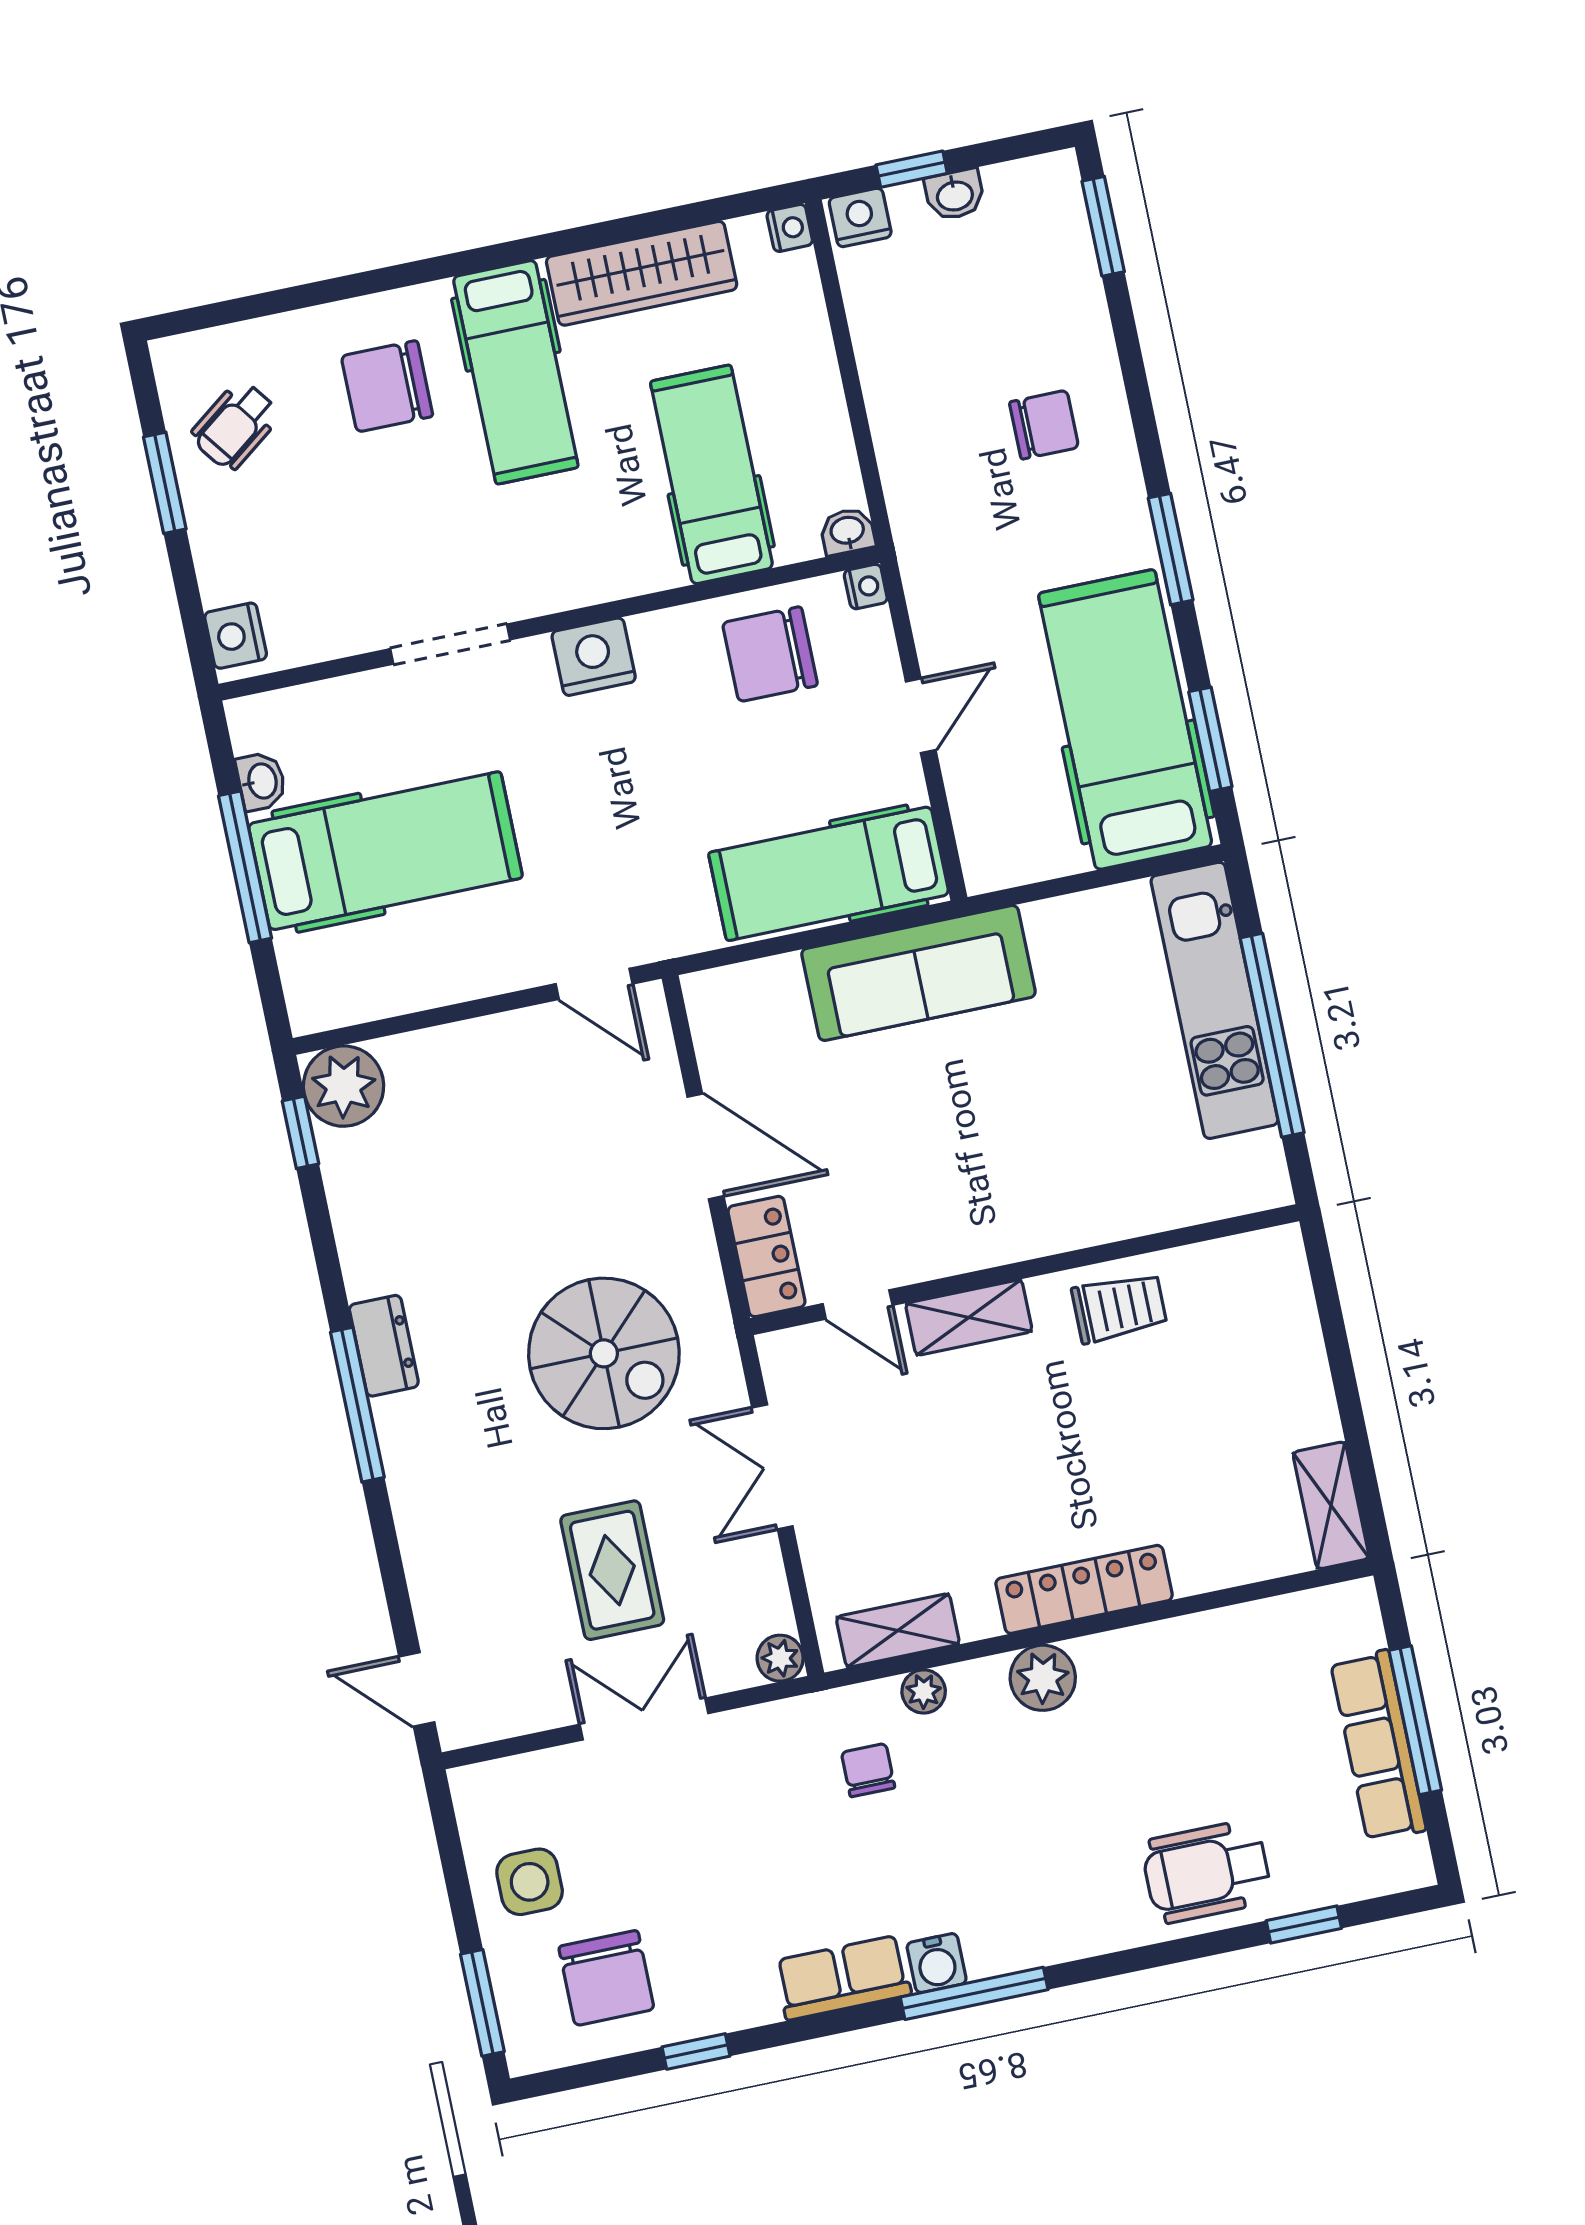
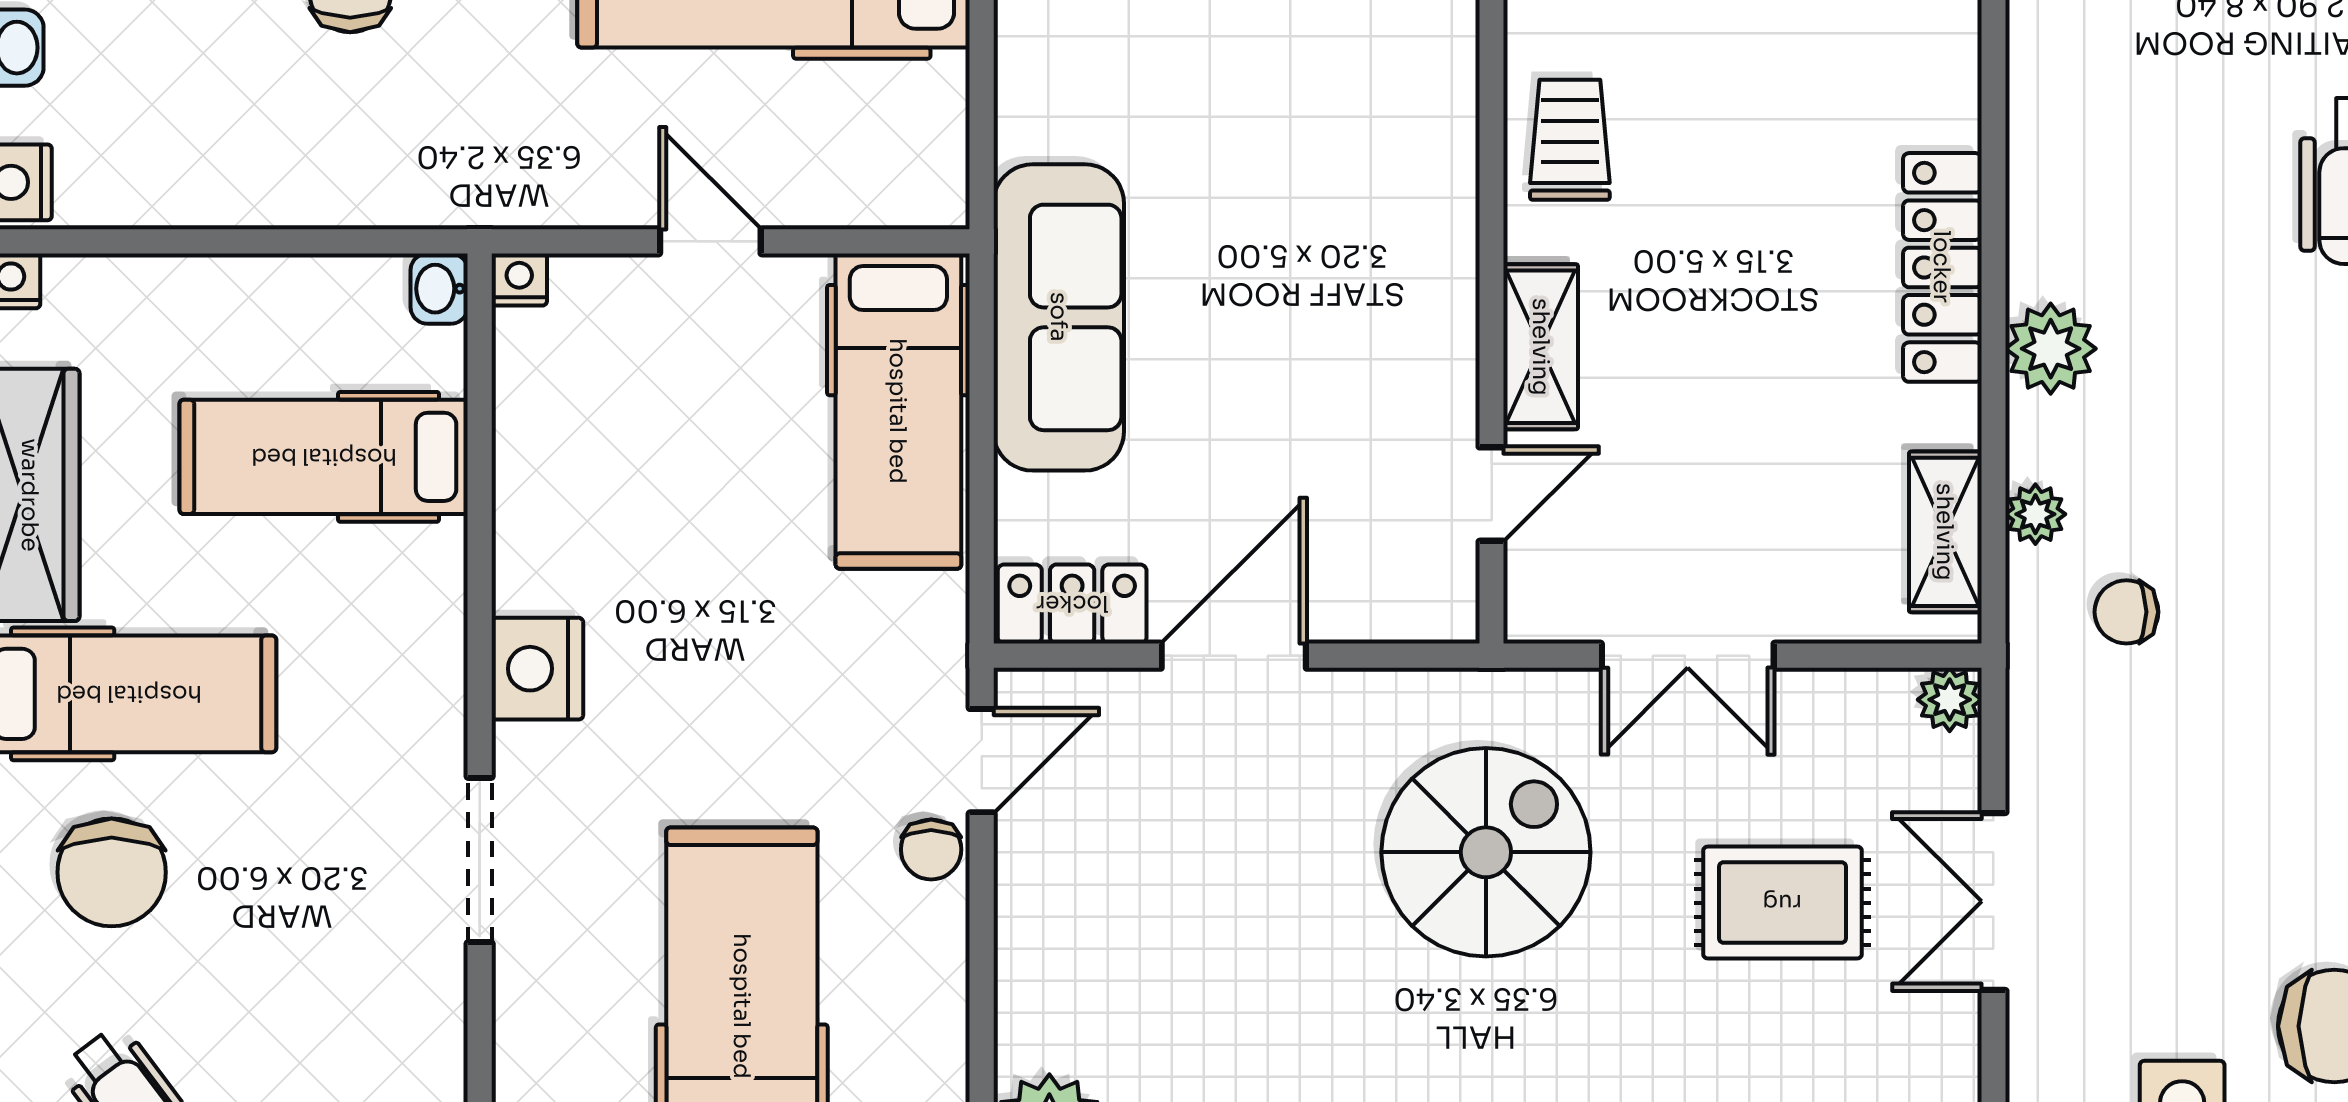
chair: (770, 654) -> (931, 849), moved, width x0.54, depth x0.54
locker: (767, 1257) -> (1072, 604), moved

